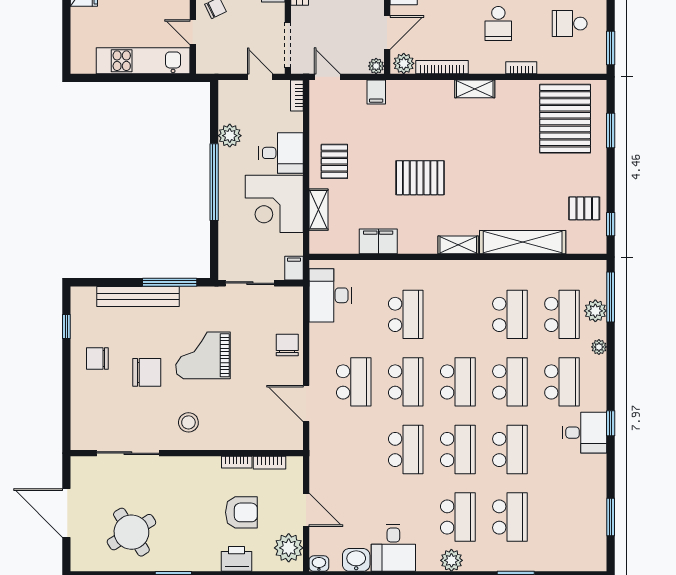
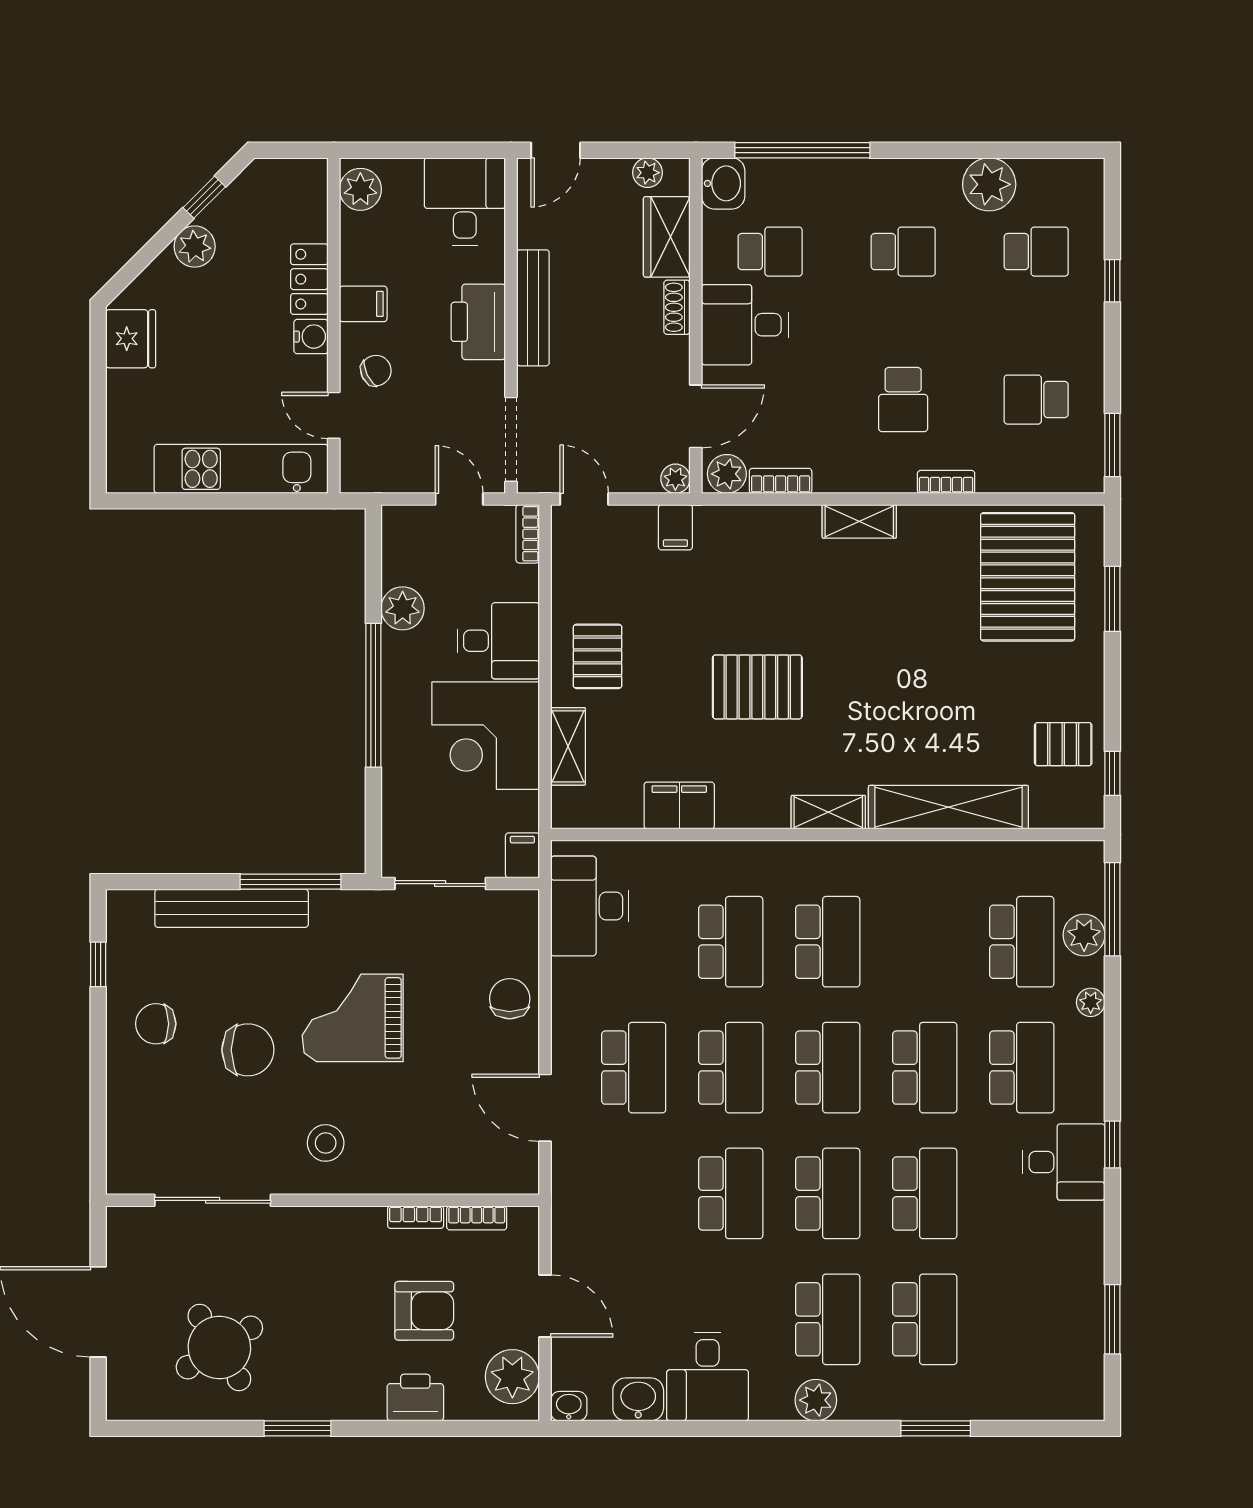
bookcase: (442, 67) -> (781, 481), width x0.64
school desk: (510, 314) -> (828, 942), moved

